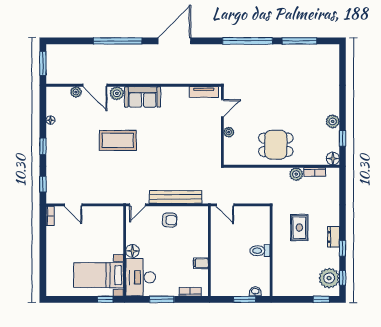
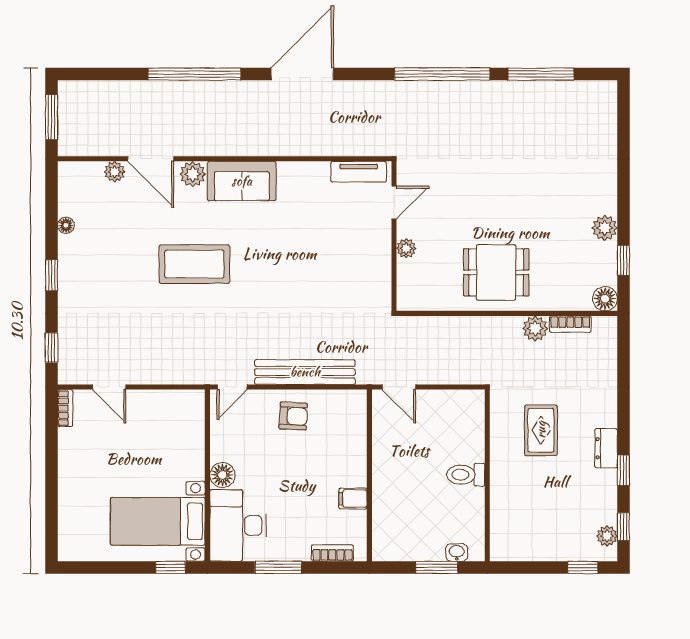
plant: (329, 278) -> (607, 536), width x0.53, depth x0.53

